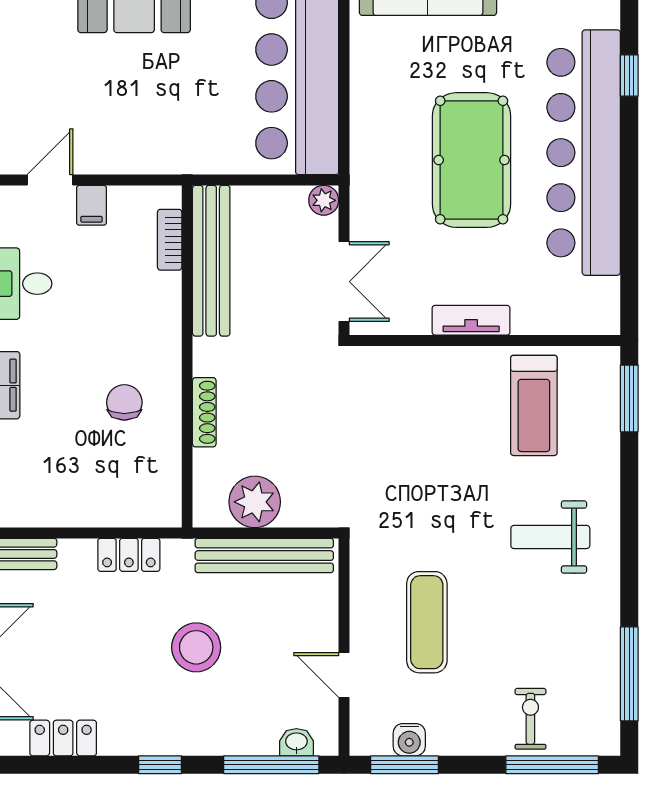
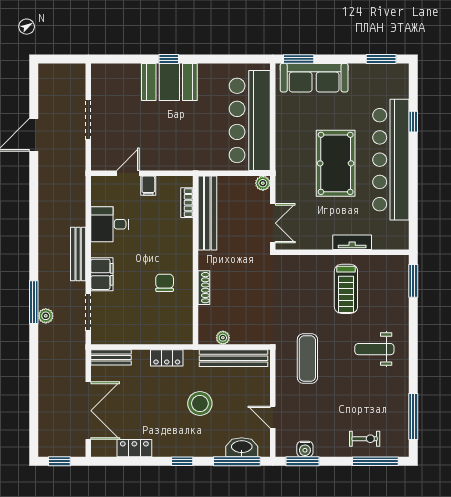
tv unit: (471, 320) -> (352, 242), moved
treadmill: (534, 405) -> (346, 289), moved
plant: (255, 502) -> (223, 338), width x0.53, depth x0.53
exercise mat: (427, 622) -> (307, 359), moved
exercise bike: (530, 719) -> (365, 439), turned 90
washbasin: (296, 742) -> (242, 447), width x1.91, depth x1.45

